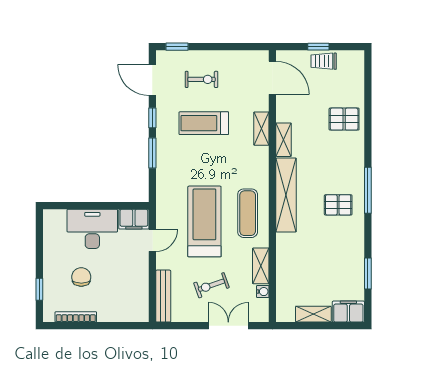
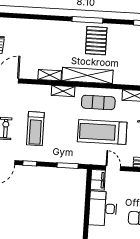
pallet: (344, 119) -> (38, 33), removed
shelving: (261, 129) -> (63, 91), moved
window: (152, 153) -> (68, 166), moved
pallet: (338, 205) -> (96, 41), width x1.50, depth x1.42

